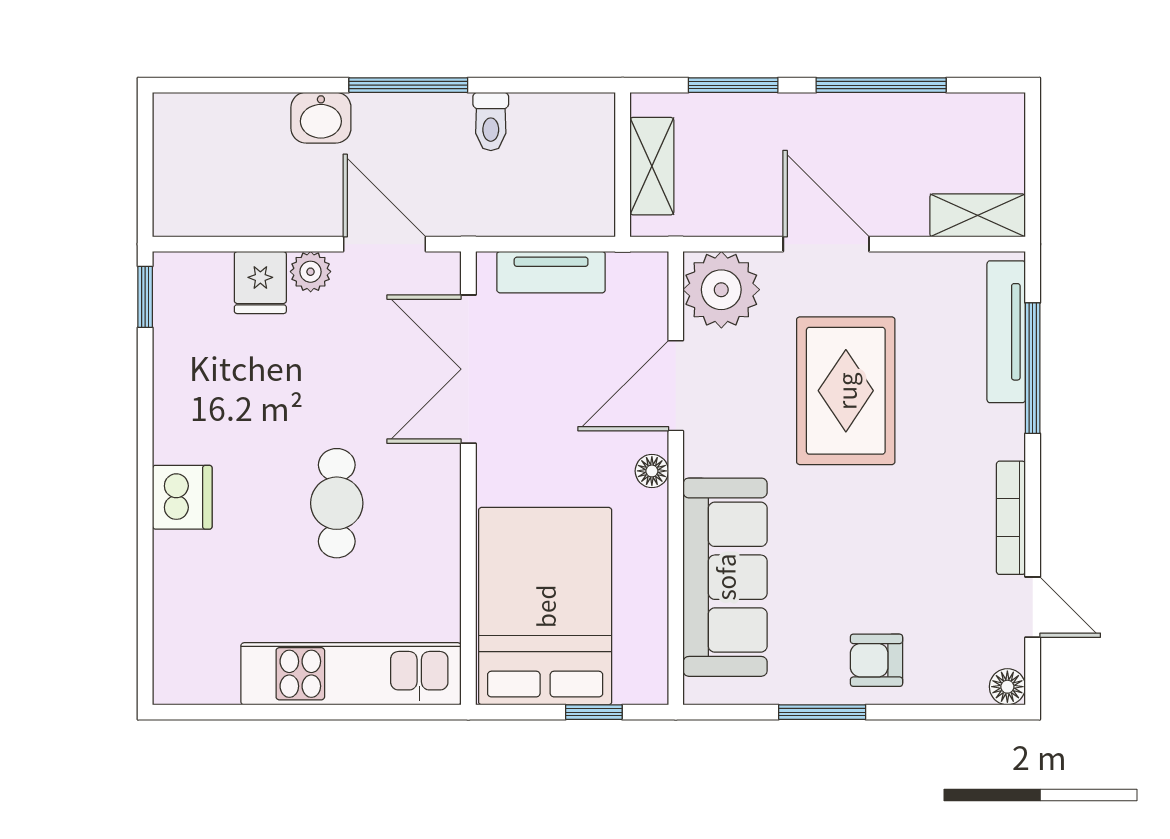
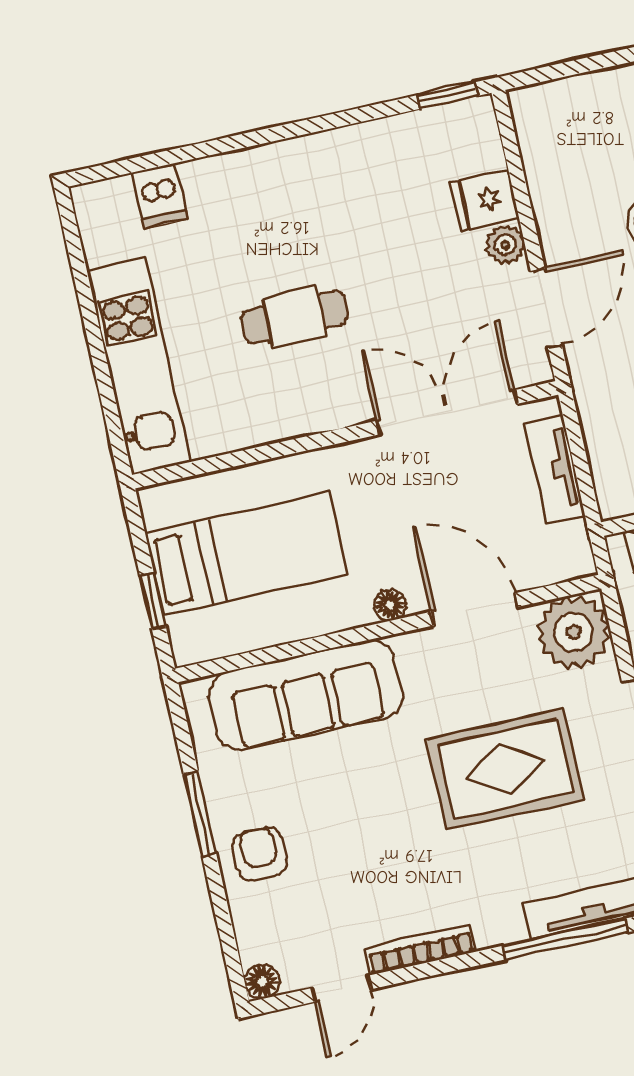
dishwasher: (182, 497) -> (159, 196), moved, width x0.73
bed: (545, 606) -> (246, 554), width x0.67

